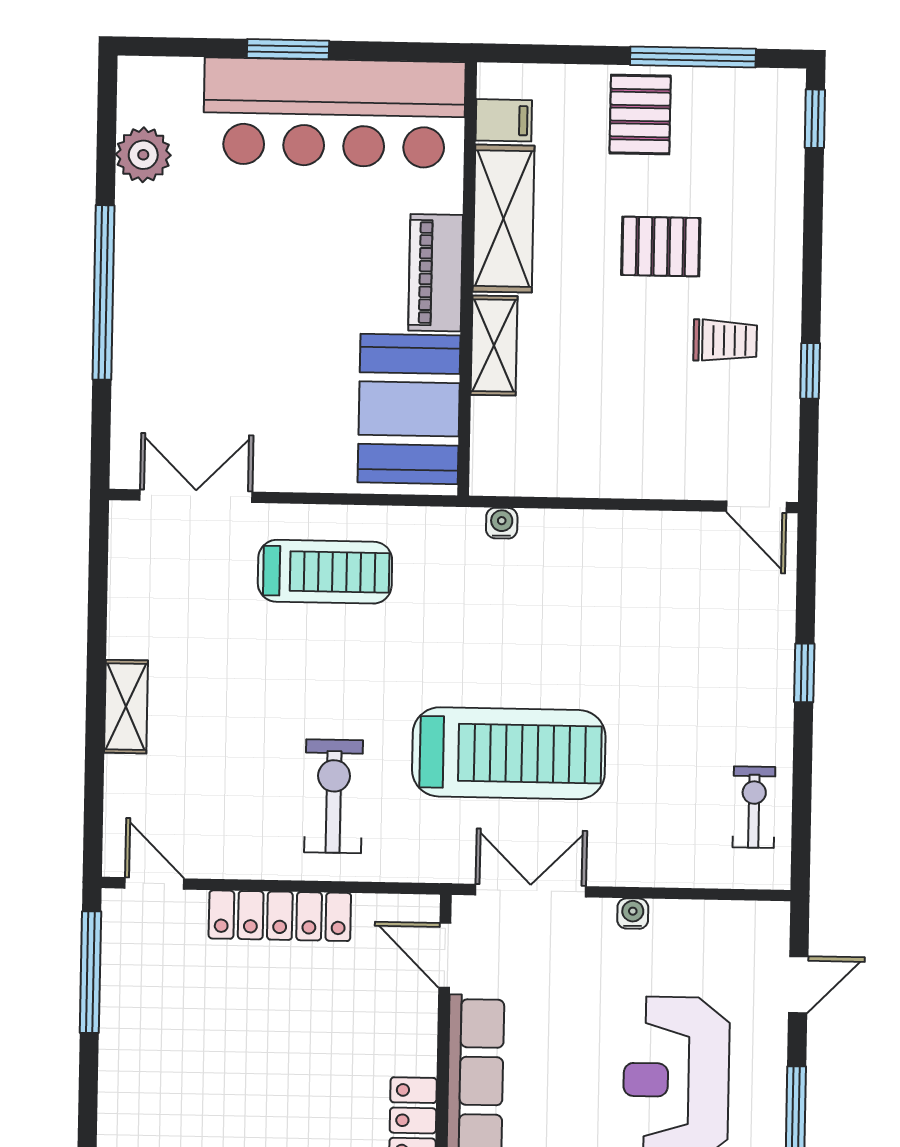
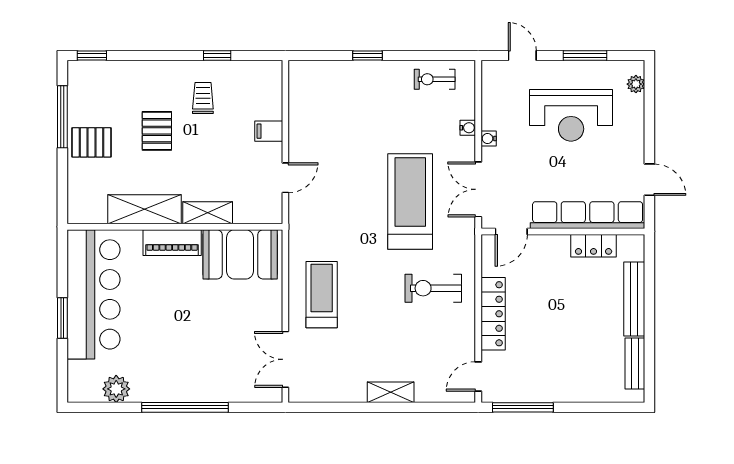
filing cabinet: (504, 120) -> (269, 131), moved, turned -90
door: (756, 507) -> (285, 178), moved
water cooler: (502, 523) -> (468, 128), moved, turned 180

